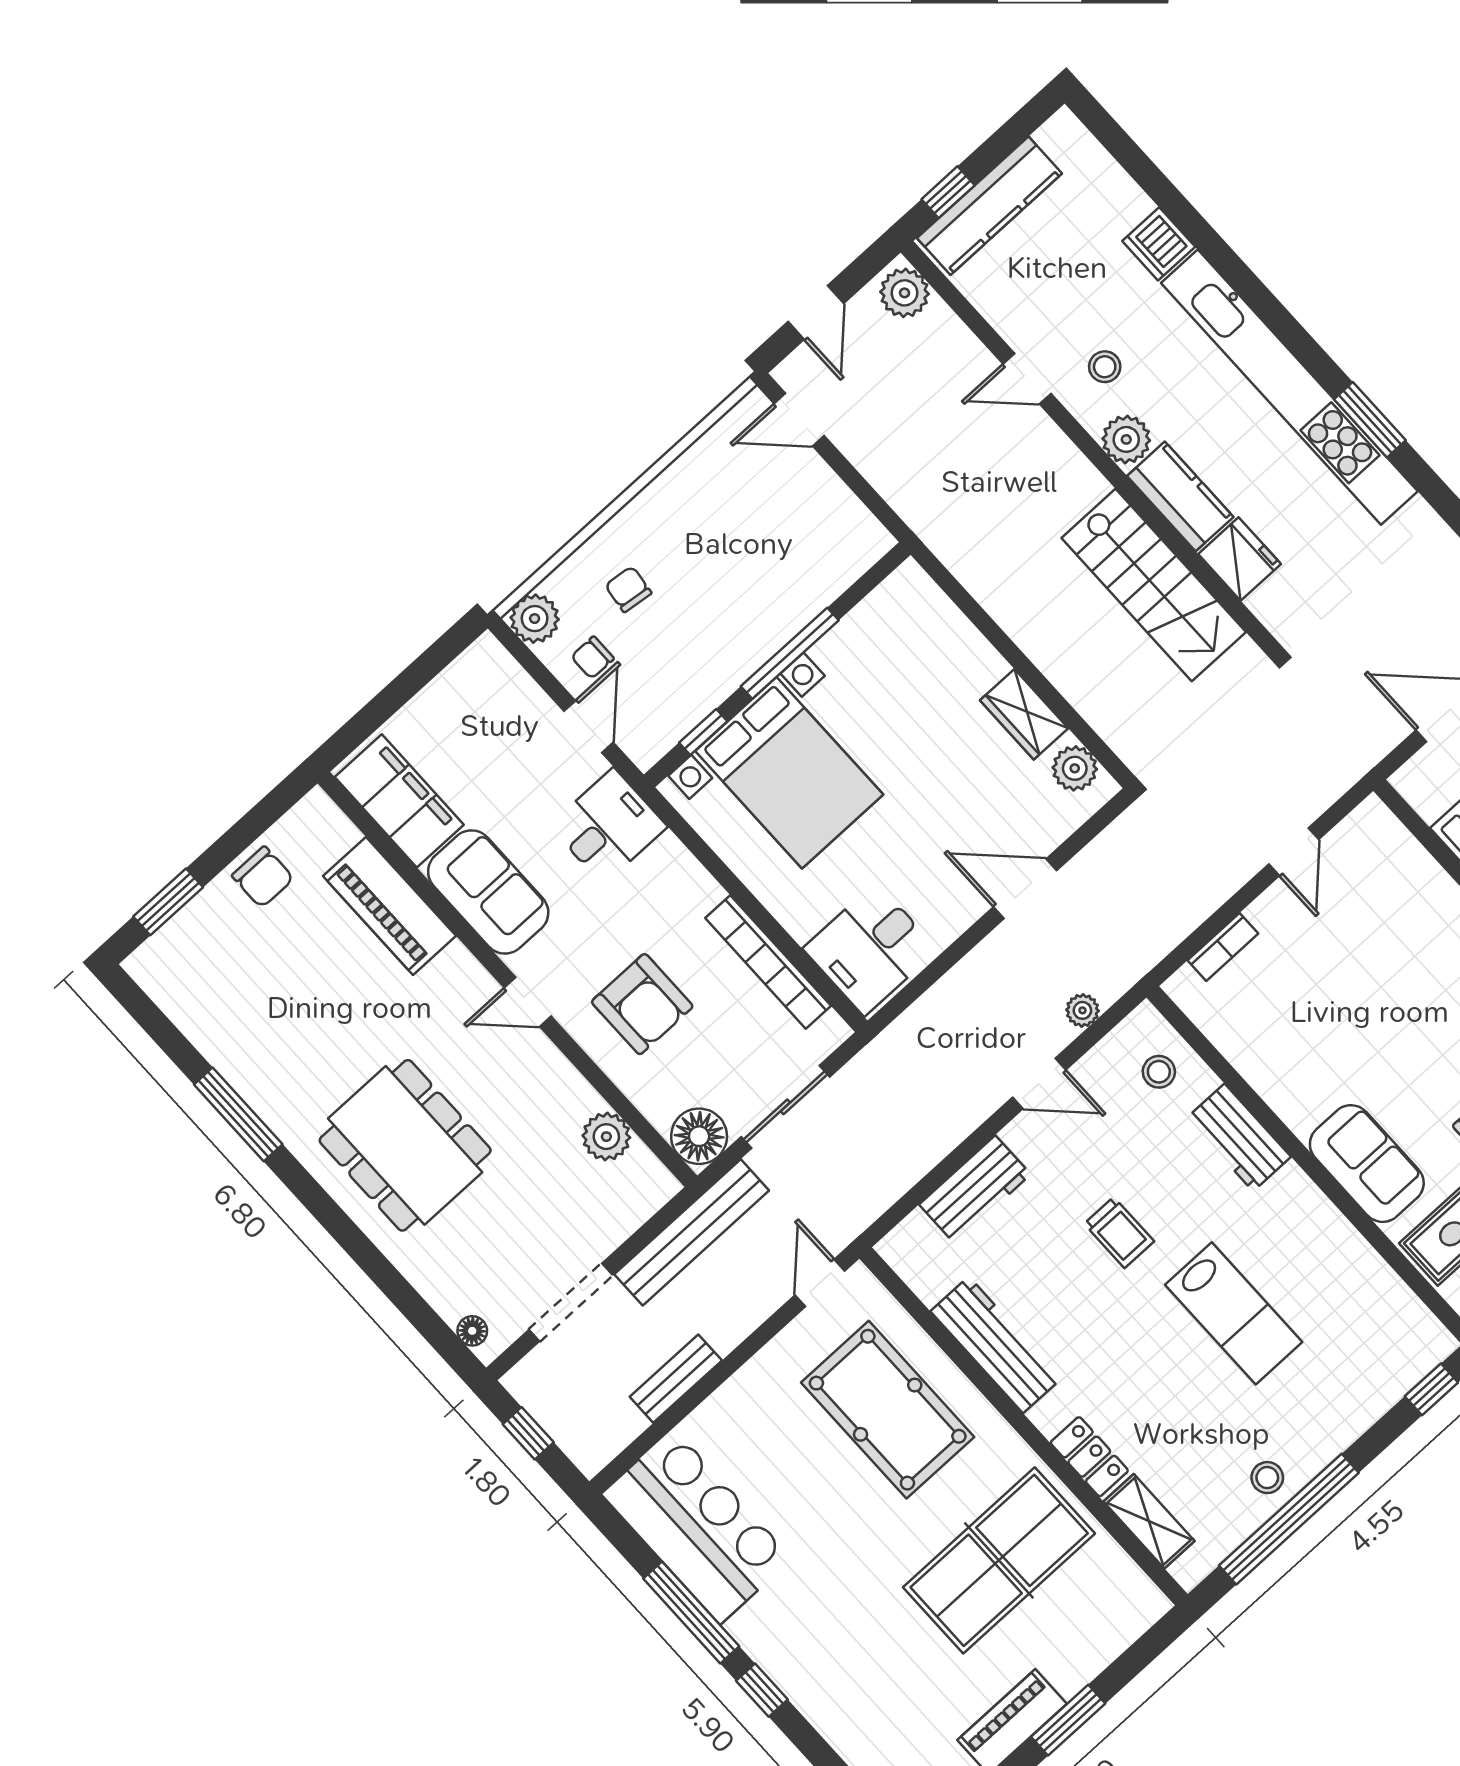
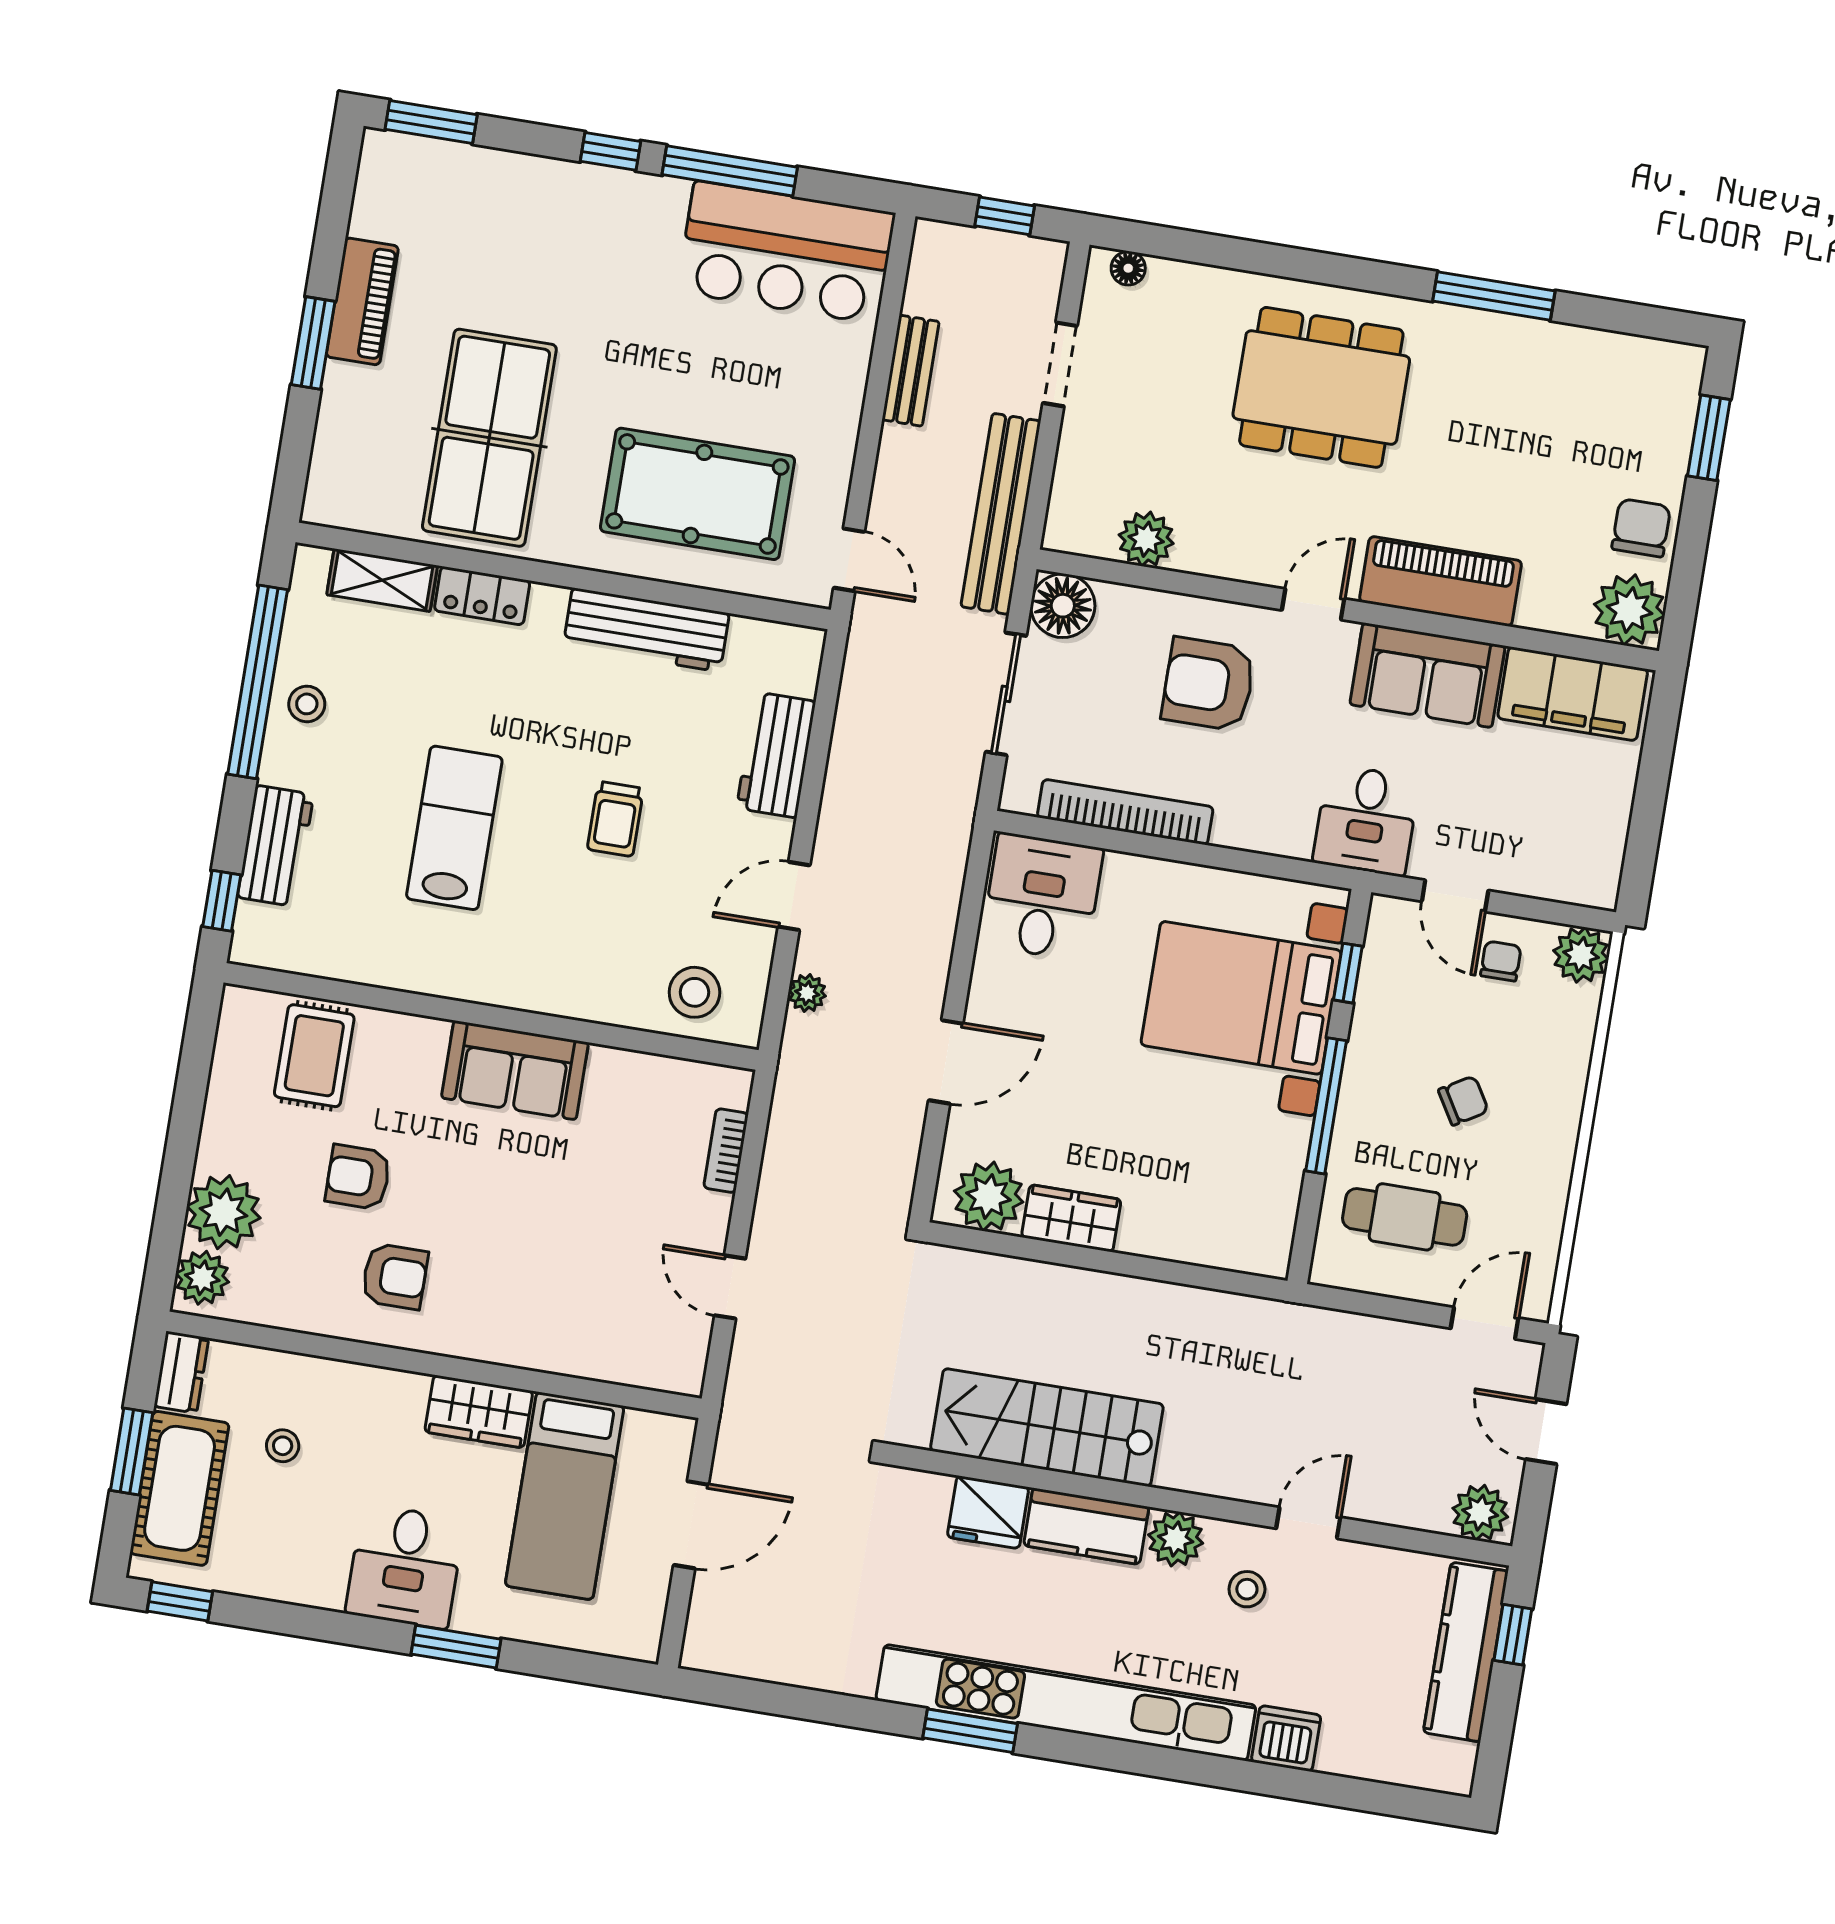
cafe table: (796, 535) -> (1405, 1217), added
chair: (628, 589) -> (1463, 1101), moved, turned -38
plant: (1075, 768) -> (989, 1197), width x1.36, depth x1.36
plant: (315, 827) -> (1629, 610), added
chair: (263, 877) -> (1641, 528), turned 90
piano: (389, 906) -> (1441, 581), moved
stool: (1159, 1072) -> (694, 992), width x1.37, depth x1.37
workbench: (1239, 1137) -> (276, 846), moved, turned 90
sofa: (1367, 1164) -> (515, 1070), moved
trolley: (1119, 1233) -> (615, 819), turned -90
doorway: (571, 1302) -> (1060, 364), width x0.73
lab bench: (1234, 1313) -> (454, 828), turned 90

